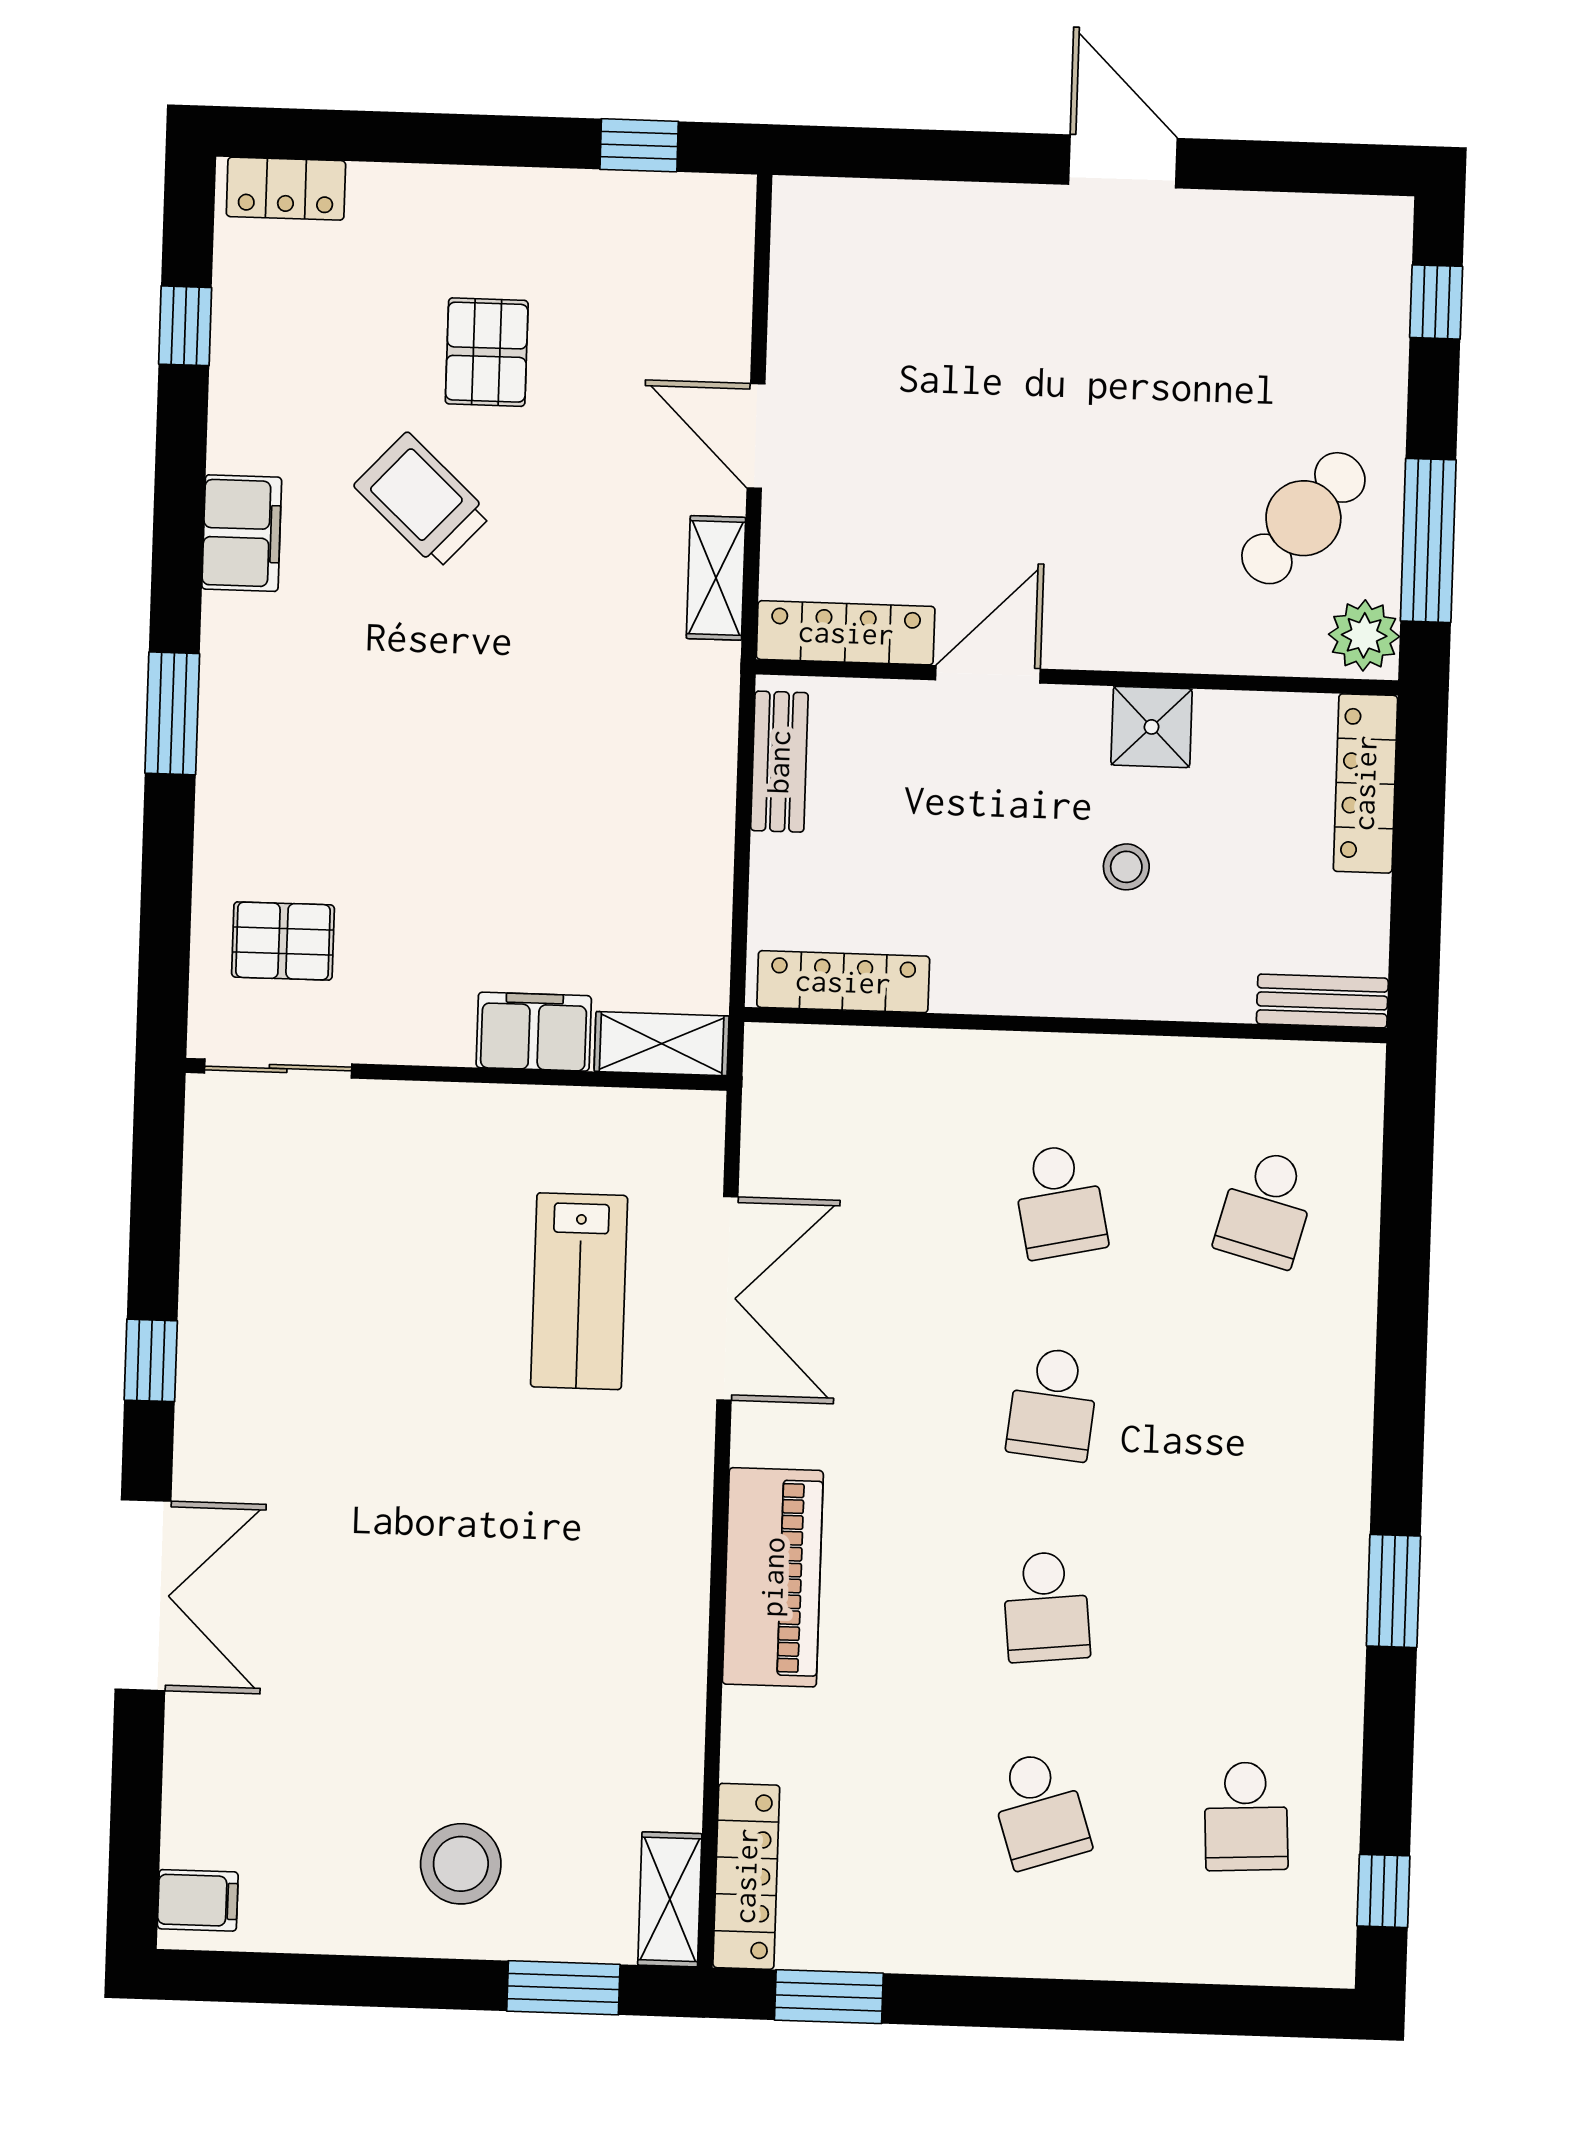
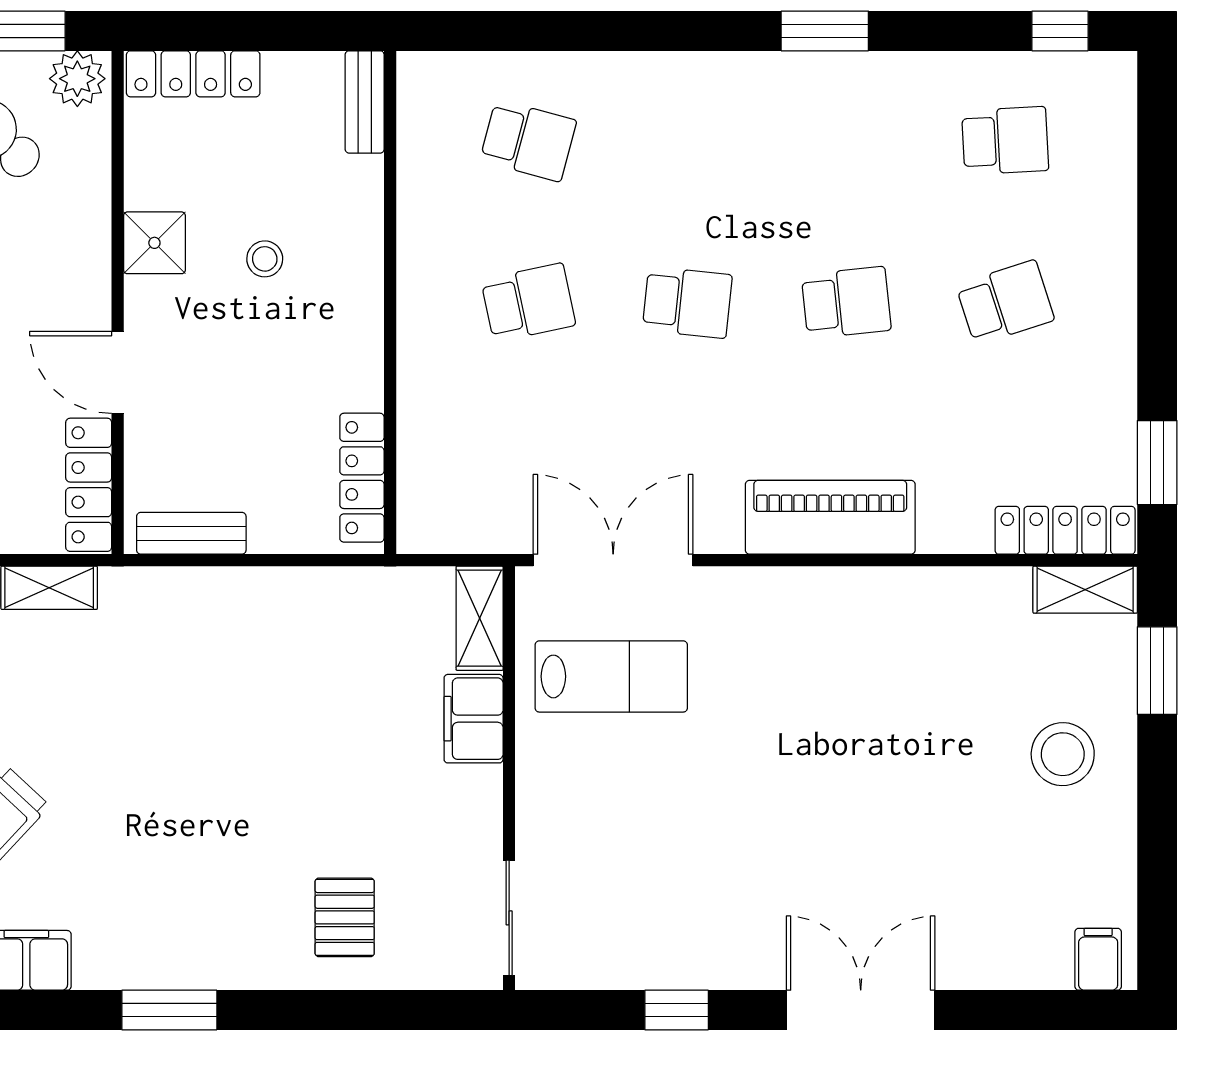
filing cabinet: (534, 1032) -> (474, 719), moved
shelving: (662, 1044) -> (480, 618), moved
sliding door: (278, 1068) -> (509, 918), moved
wall: (456, 1074) -> (509, 778), moved

